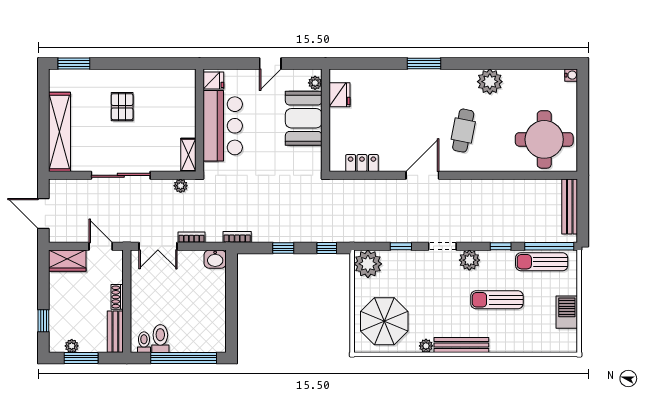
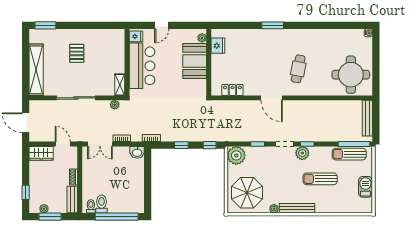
door: (270, 63) -> (162, 25), moved
plant: (490, 82) -> (315, 37), removed
door: (422, 175) -> (272, 98), swing flipped
window: (501, 246) -> (307, 144), moved

